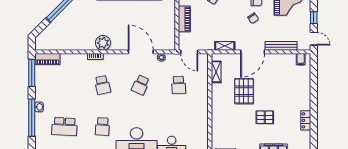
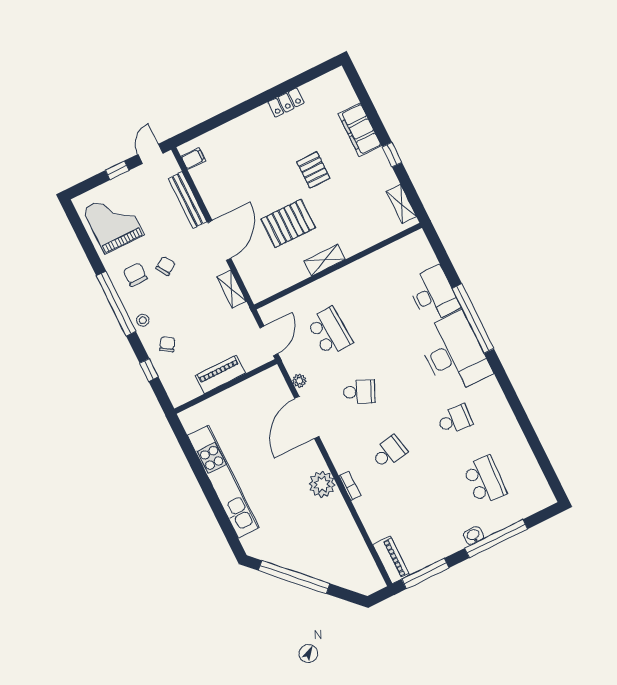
door: (253, 52) -> (219, 240), hinge flipped
shelving: (216, 72) -> (325, 260), moved
school desk: (179, 85) -> (329, 332), width x1.85

